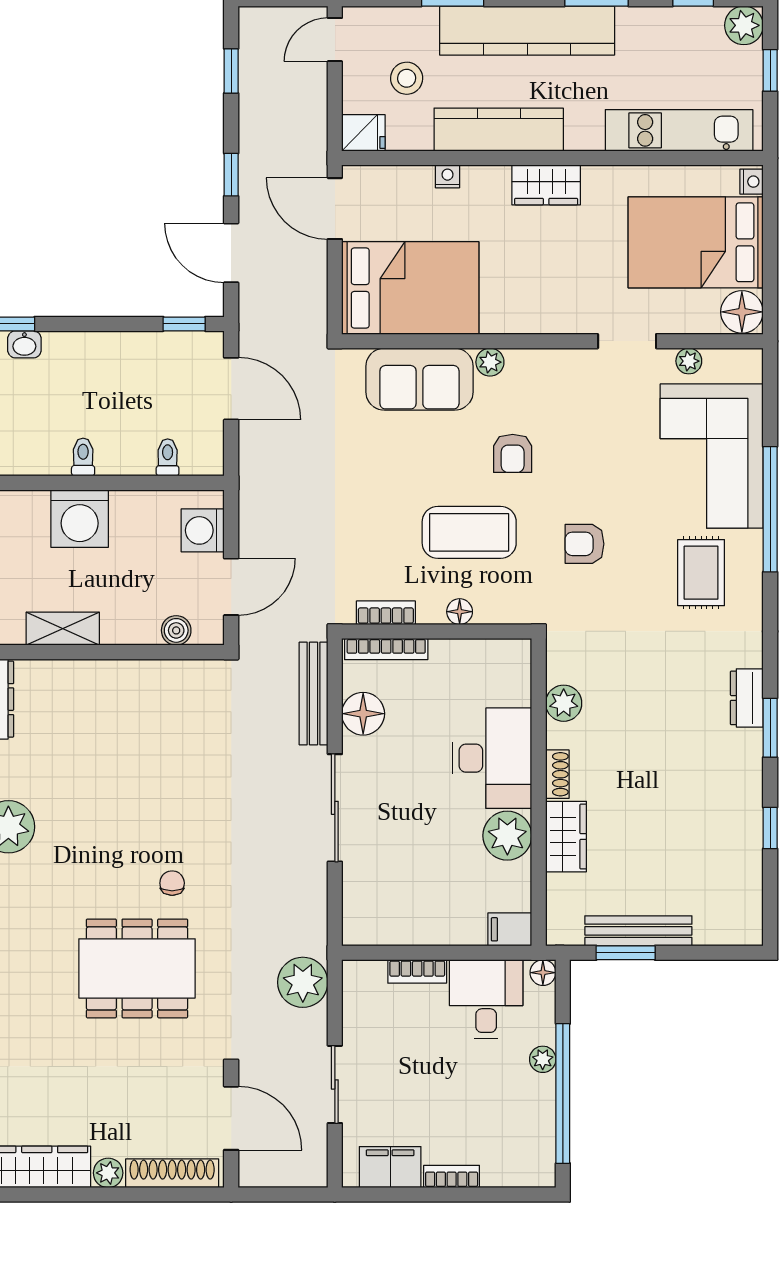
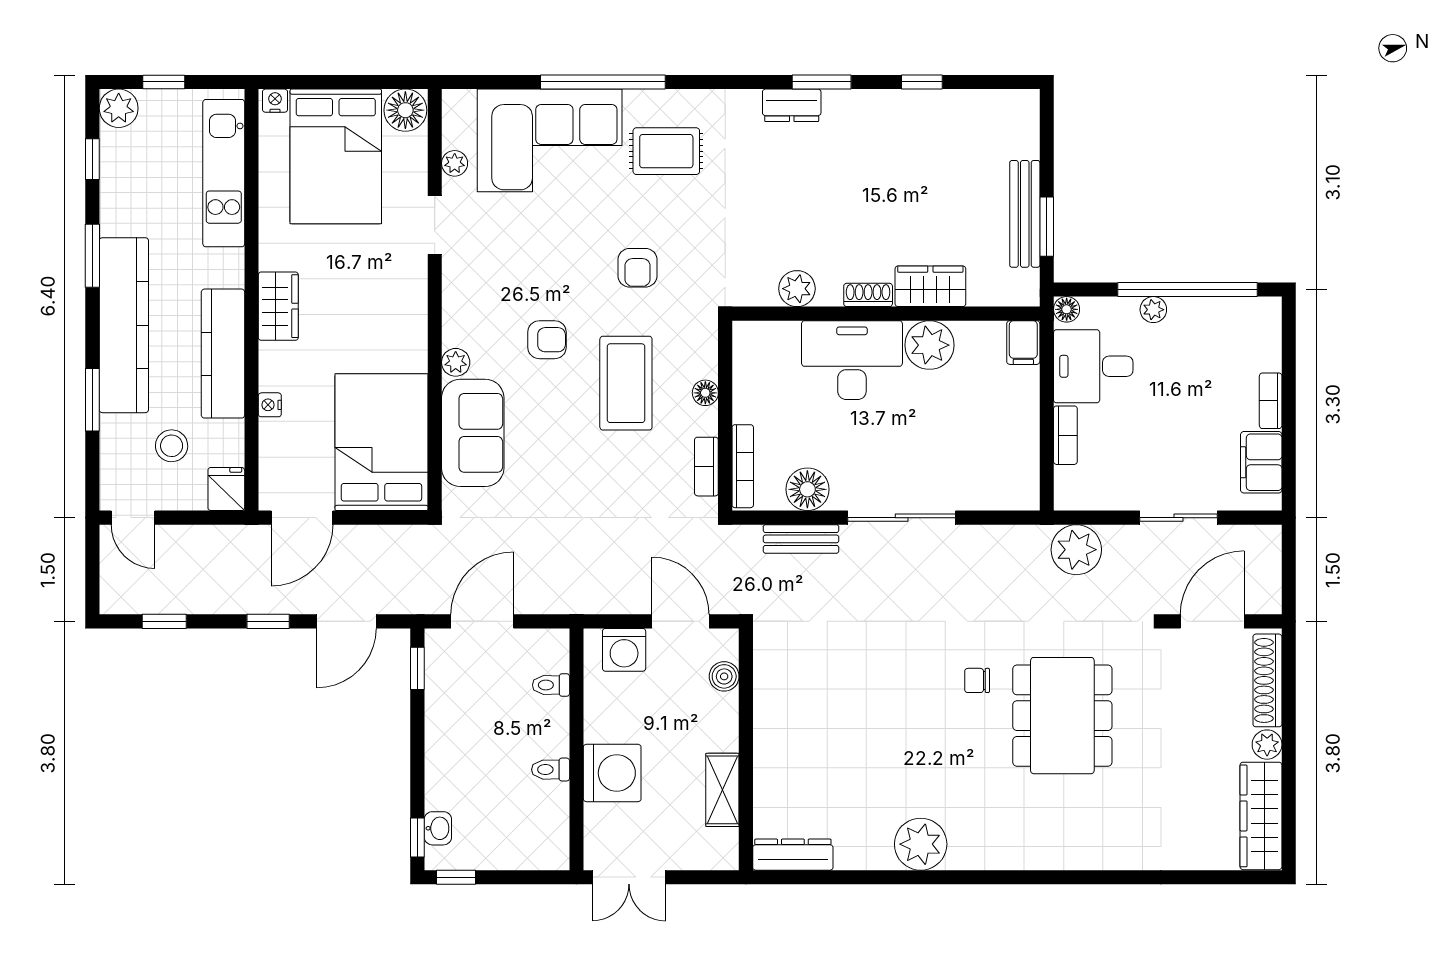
bench: (314, 694) -> (801, 539), width x0.73

